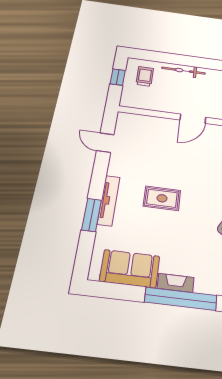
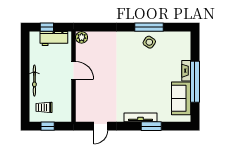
rug: (162, 198) -> (135, 85), removed
window: (181, 299) -> (195, 82), moved

